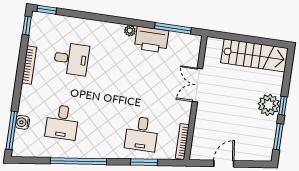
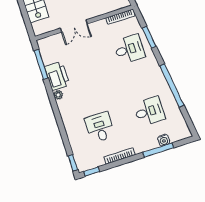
window: (12, 130) -> (158, 150), moved

